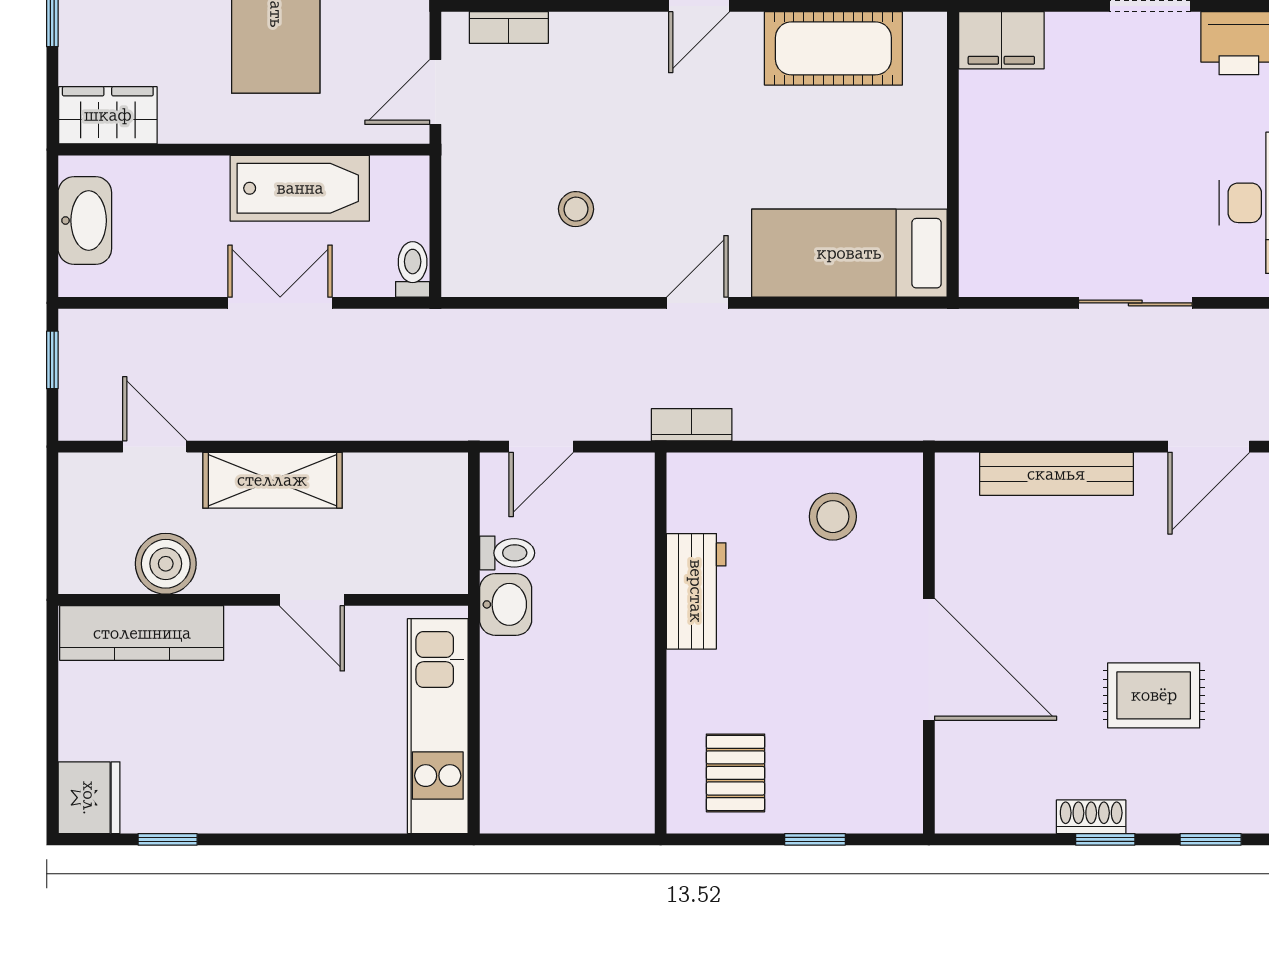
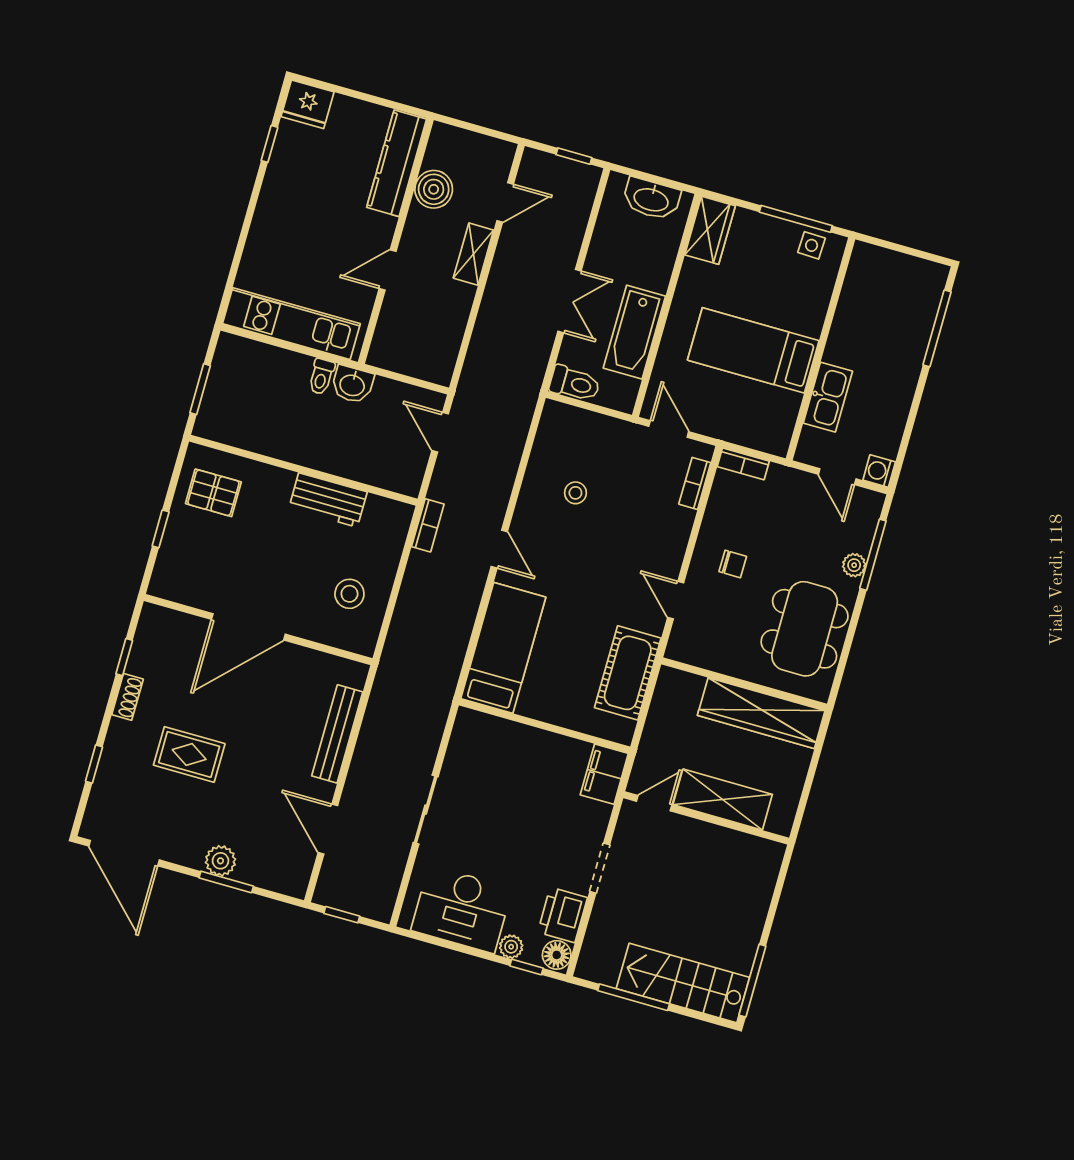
toilet: (413, 269) -> (575, 384), width x1.37, depth x1.39
shelving: (272, 480) -> (473, 254), width x0.67, depth x0.75
toilet: (507, 553) -> (321, 377), moved
rug: (1154, 695) -> (189, 754), turned 90
window: (580, 839) -> (200, 389), added
window: (1105, 839) -> (124, 657), moved

